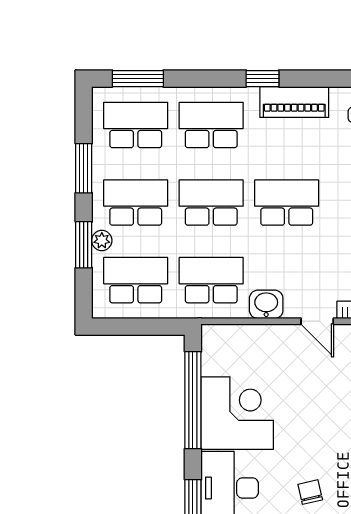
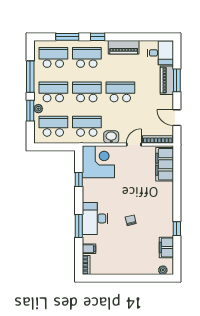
window: (138, 79) -> (67, 37), moved
window: (263, 79) -> (98, 37), moved
window: (84, 168) -> (30, 77), width x1.44
door: (317, 321) -> (134, 144), swing flipped
window: (193, 400) -> (79, 179), width x0.32
corner desk: (237, 413) -> (98, 162), moved

